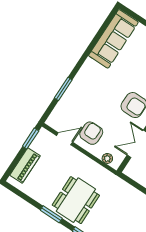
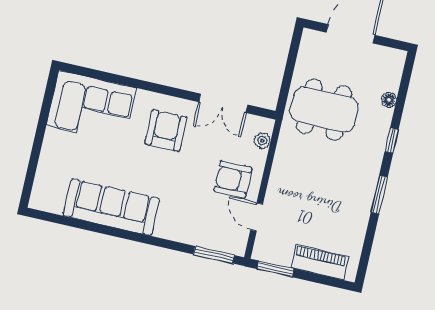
sofa: (113, 39) -> (111, 207), moved
window: (63, 89) -> (214, 255), moved
dining table: (76, 200) -> (324, 110), moved

